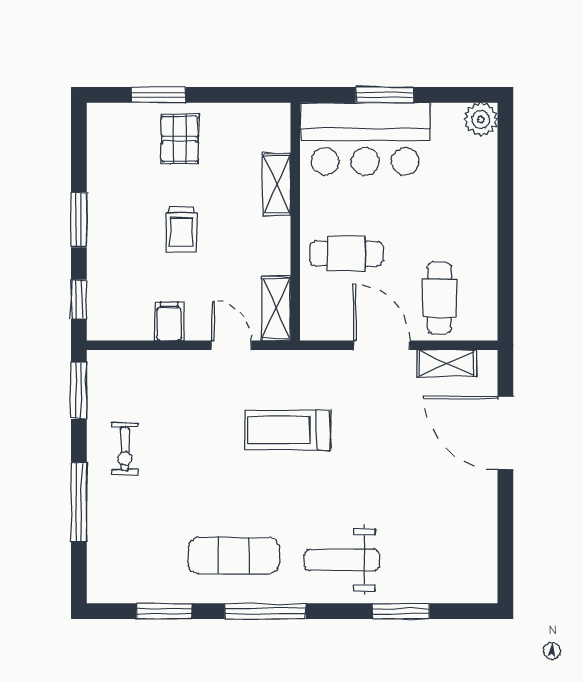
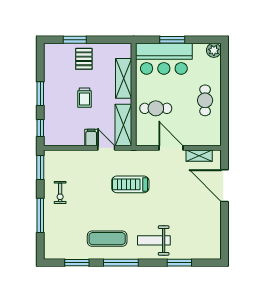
shelving: (277, 184) -> (124, 78), width x1.50, depth x1.33
cafe table: (439, 298) -> (205, 100), moved
shelving: (276, 308) -> (123, 125), width x1.50, depth x1.33
filing cabinet: (169, 321) -> (91, 137), moved

